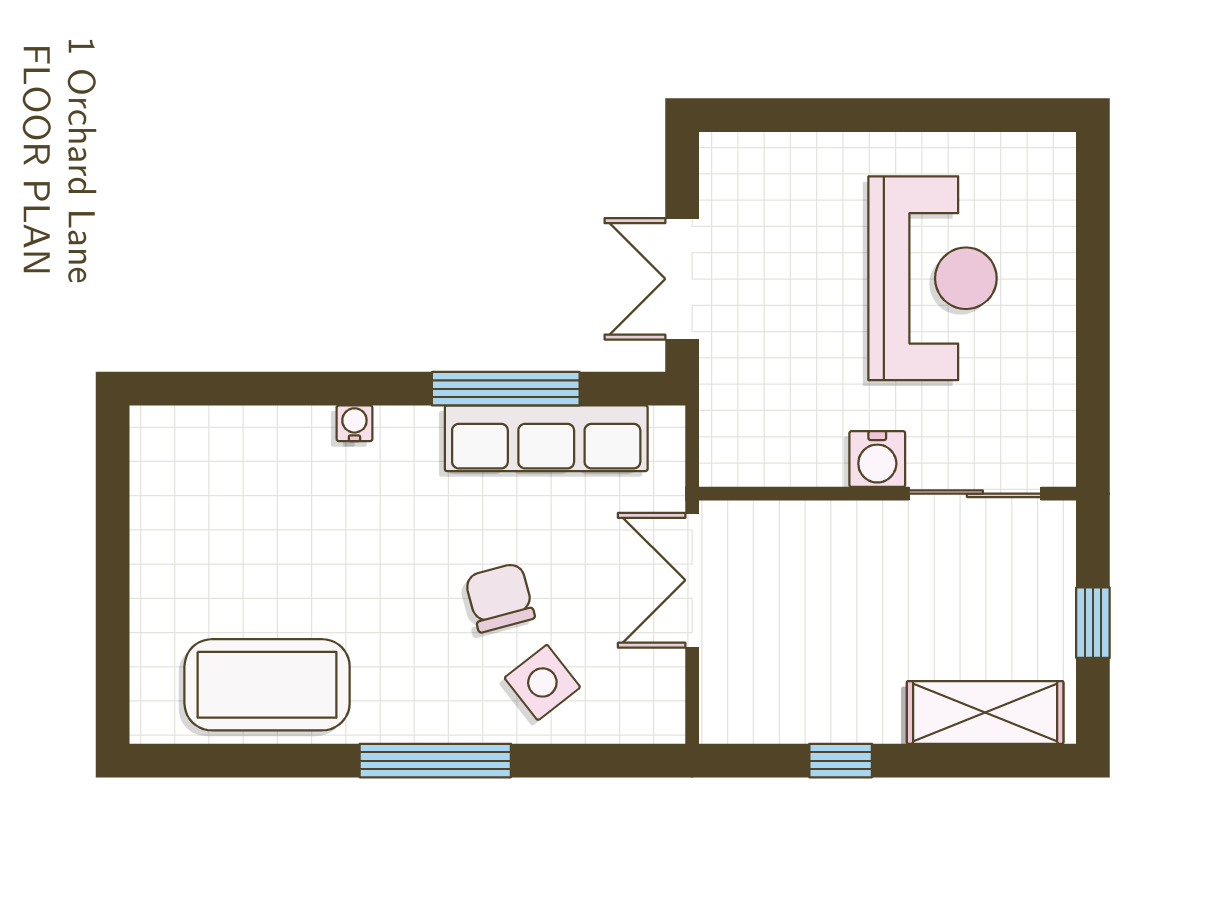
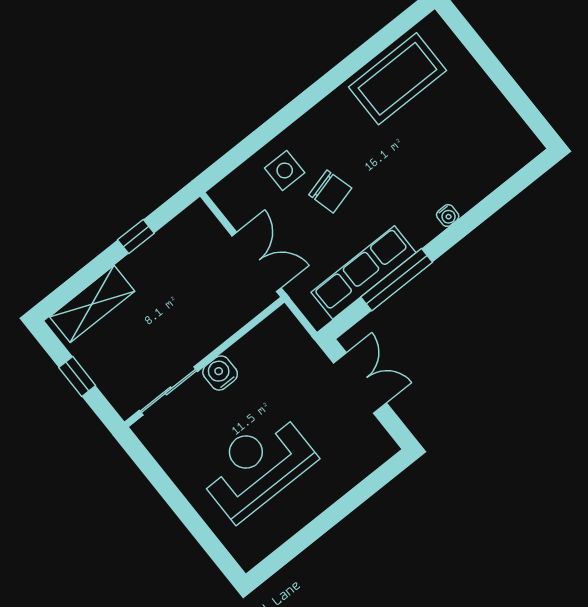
reception desk: (933, 278) -> (257, 466), turned 90
side table: (542, 682) -> (285, 170), turned 38
window: (435, 761) -> (303, 103), removed

